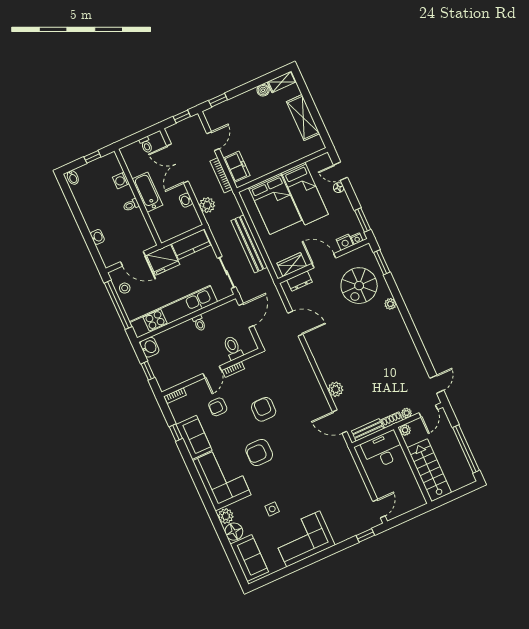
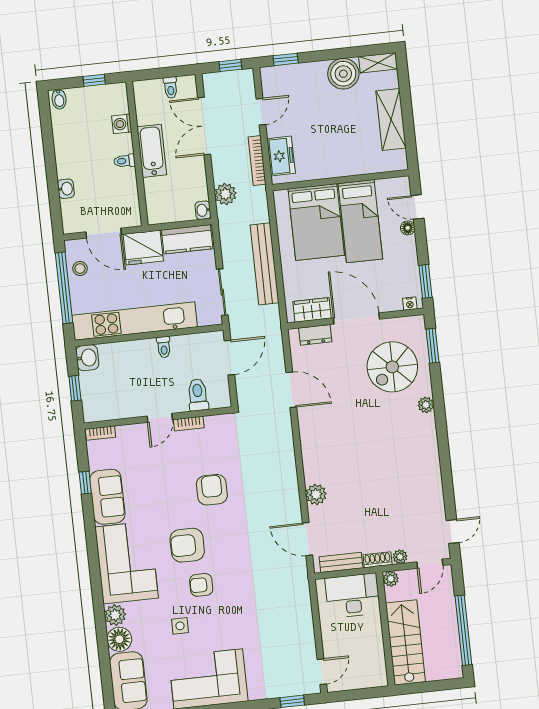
boiler: (263, 90) -> (343, 74), width x1.86, depth x1.86
washbasin: (186, 200) -> (203, 210), moved
nightstand: (345, 242) -> (392, 303), removed
door: (324, 261) -> (356, 319), width x1.36
armchair: (218, 407) -> (201, 585), moved

